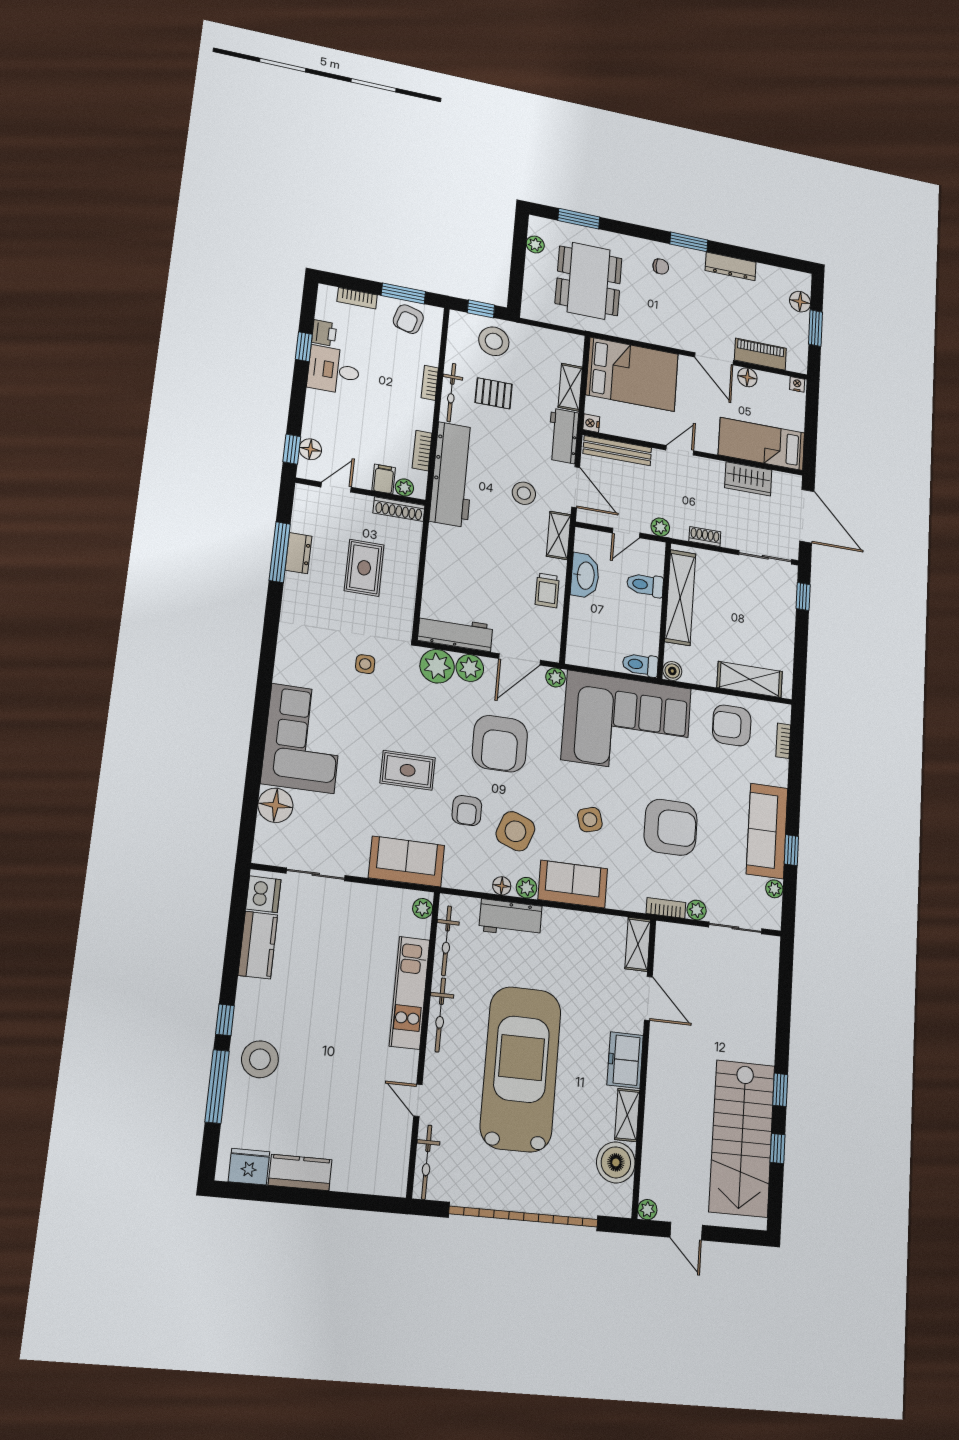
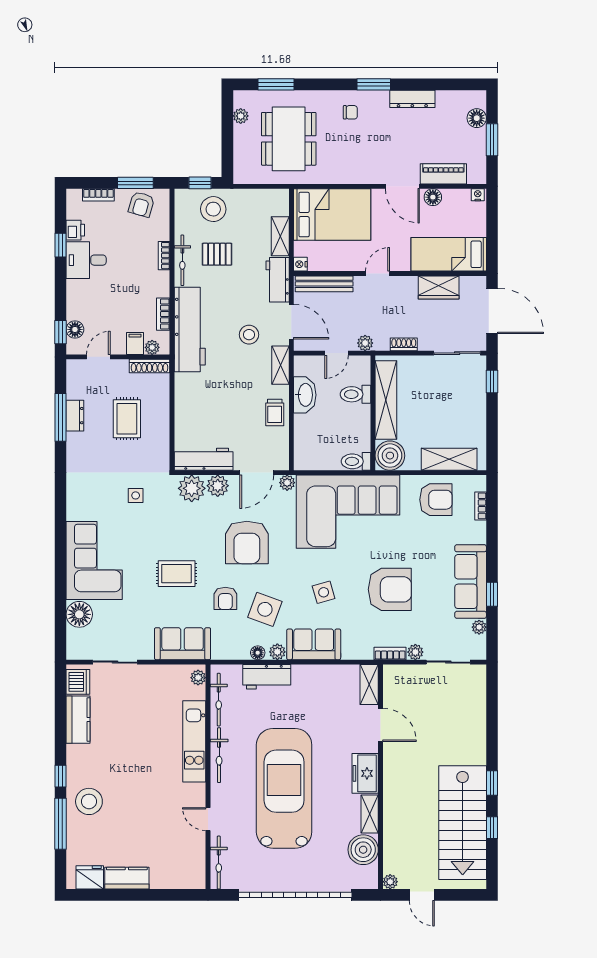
boiler: (672, 671) -> (390, 456), width x1.86, depth x1.86
armchair: (732, 725) -> (436, 500), turned 180

